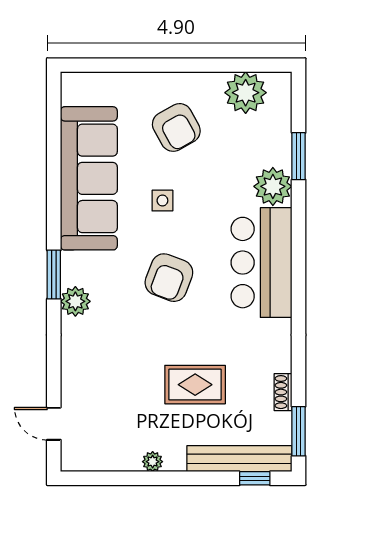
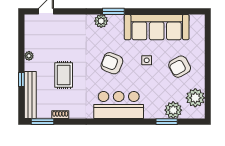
plant: (273, 186) -> (173, 110), moved
window: (255, 478) -> (21, 80), moved

